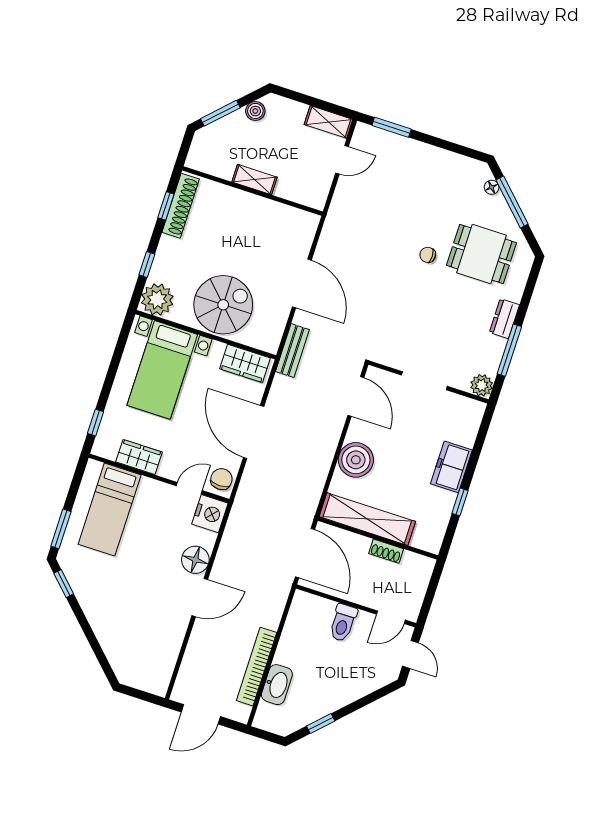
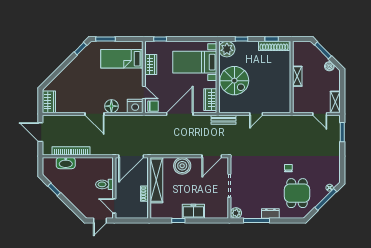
door: (302, 283) -> (256, 114), width x0.53
wardrobe: (147, 679) -> (49, 102), added

